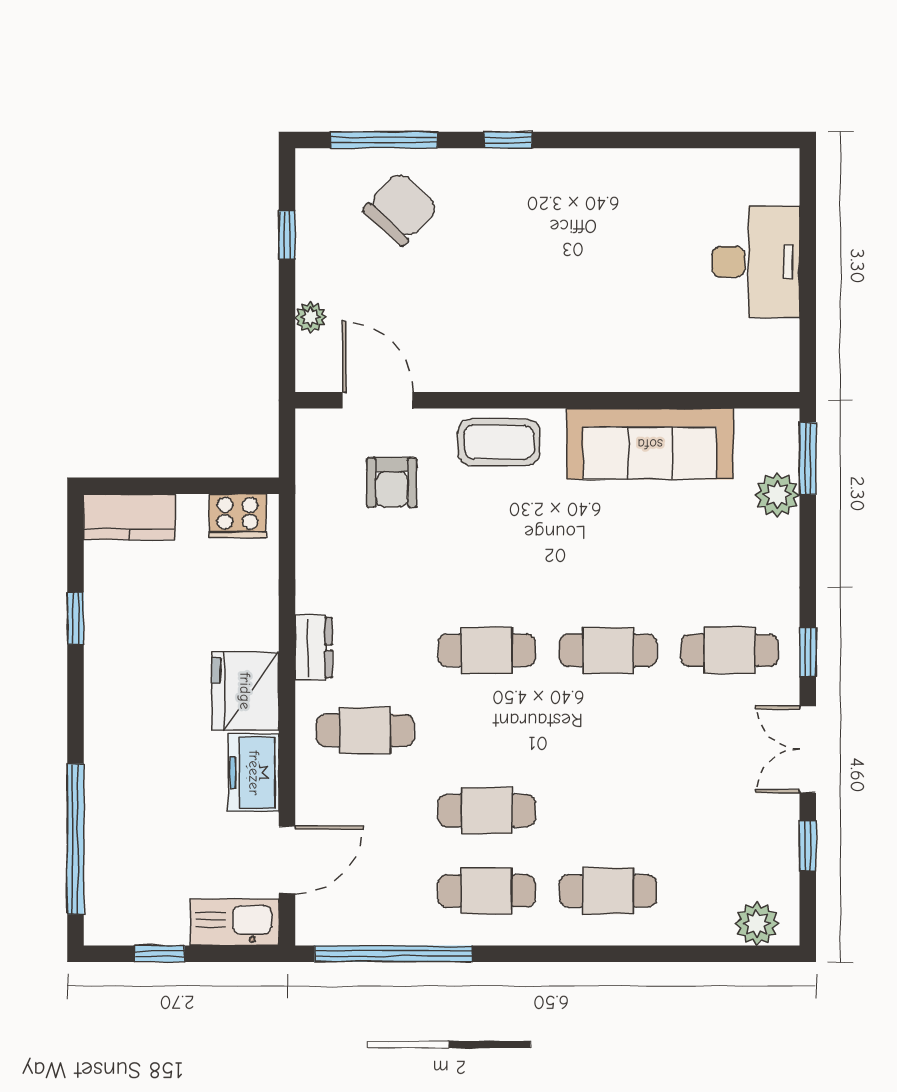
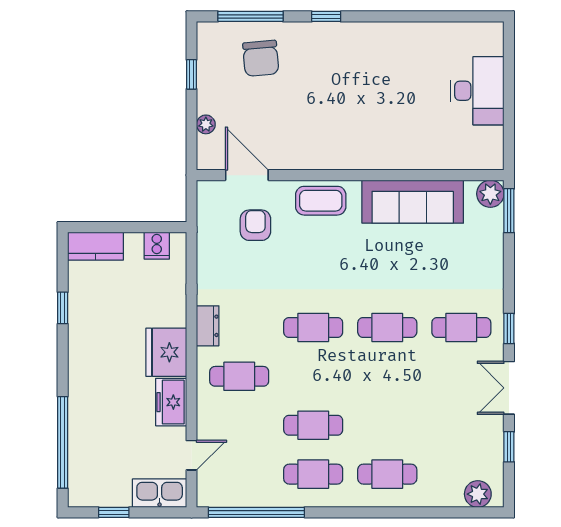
chair: (401, 209) -> (261, 58), turned 132
armchair: (392, 483) -> (255, 225), turned 180
plant: (777, 495) -> (490, 194), moved
cooker: (237, 516) -> (157, 246), width x0.73
door: (287, 860) -> (192, 455), width x0.73

